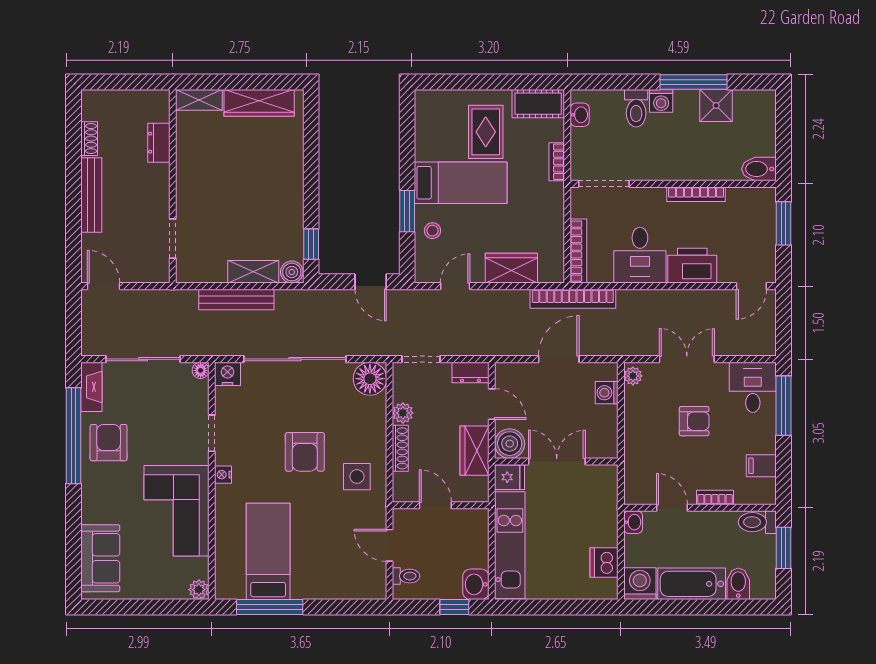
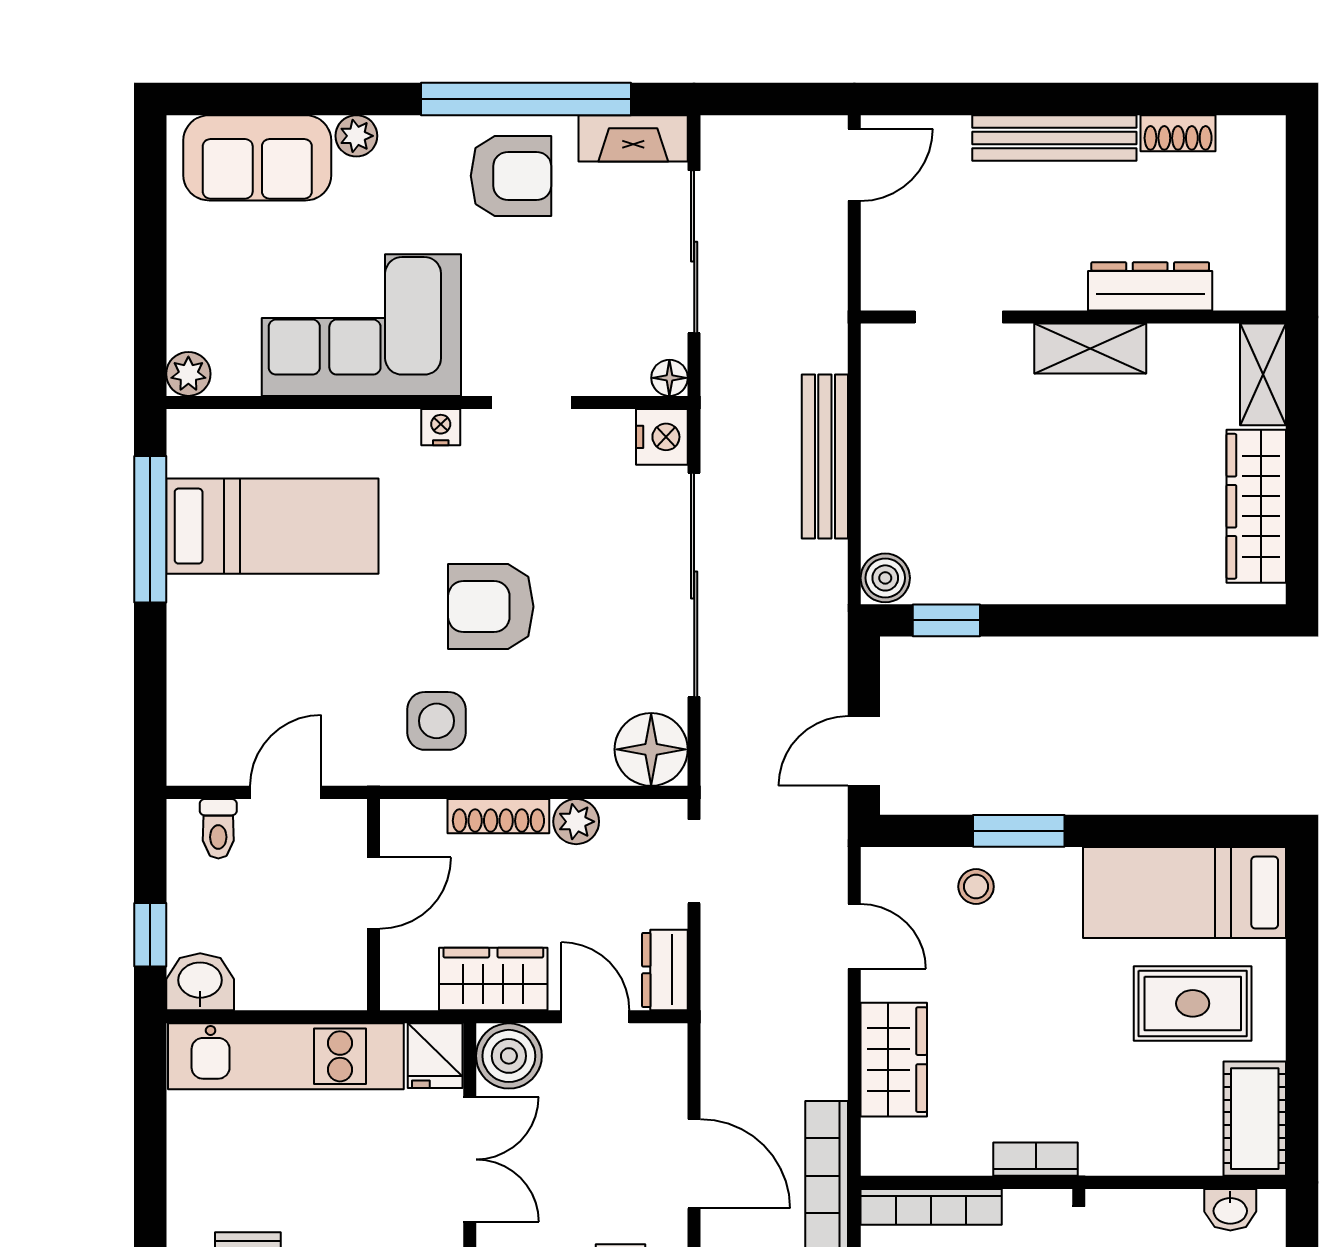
dresser: (159, 143) -> (1150, 286), width x1.44
bookcase: (557, 162) -> (1036, 1159), moved
bed: (461, 183) -> (1185, 893), moved, turned 90
shelving: (253, 272) -> (1090, 348), moved, turned 90
door: (492, 404) -> (595, 1017), swing flipped
plant: (90, 513) -> (356, 136), added

